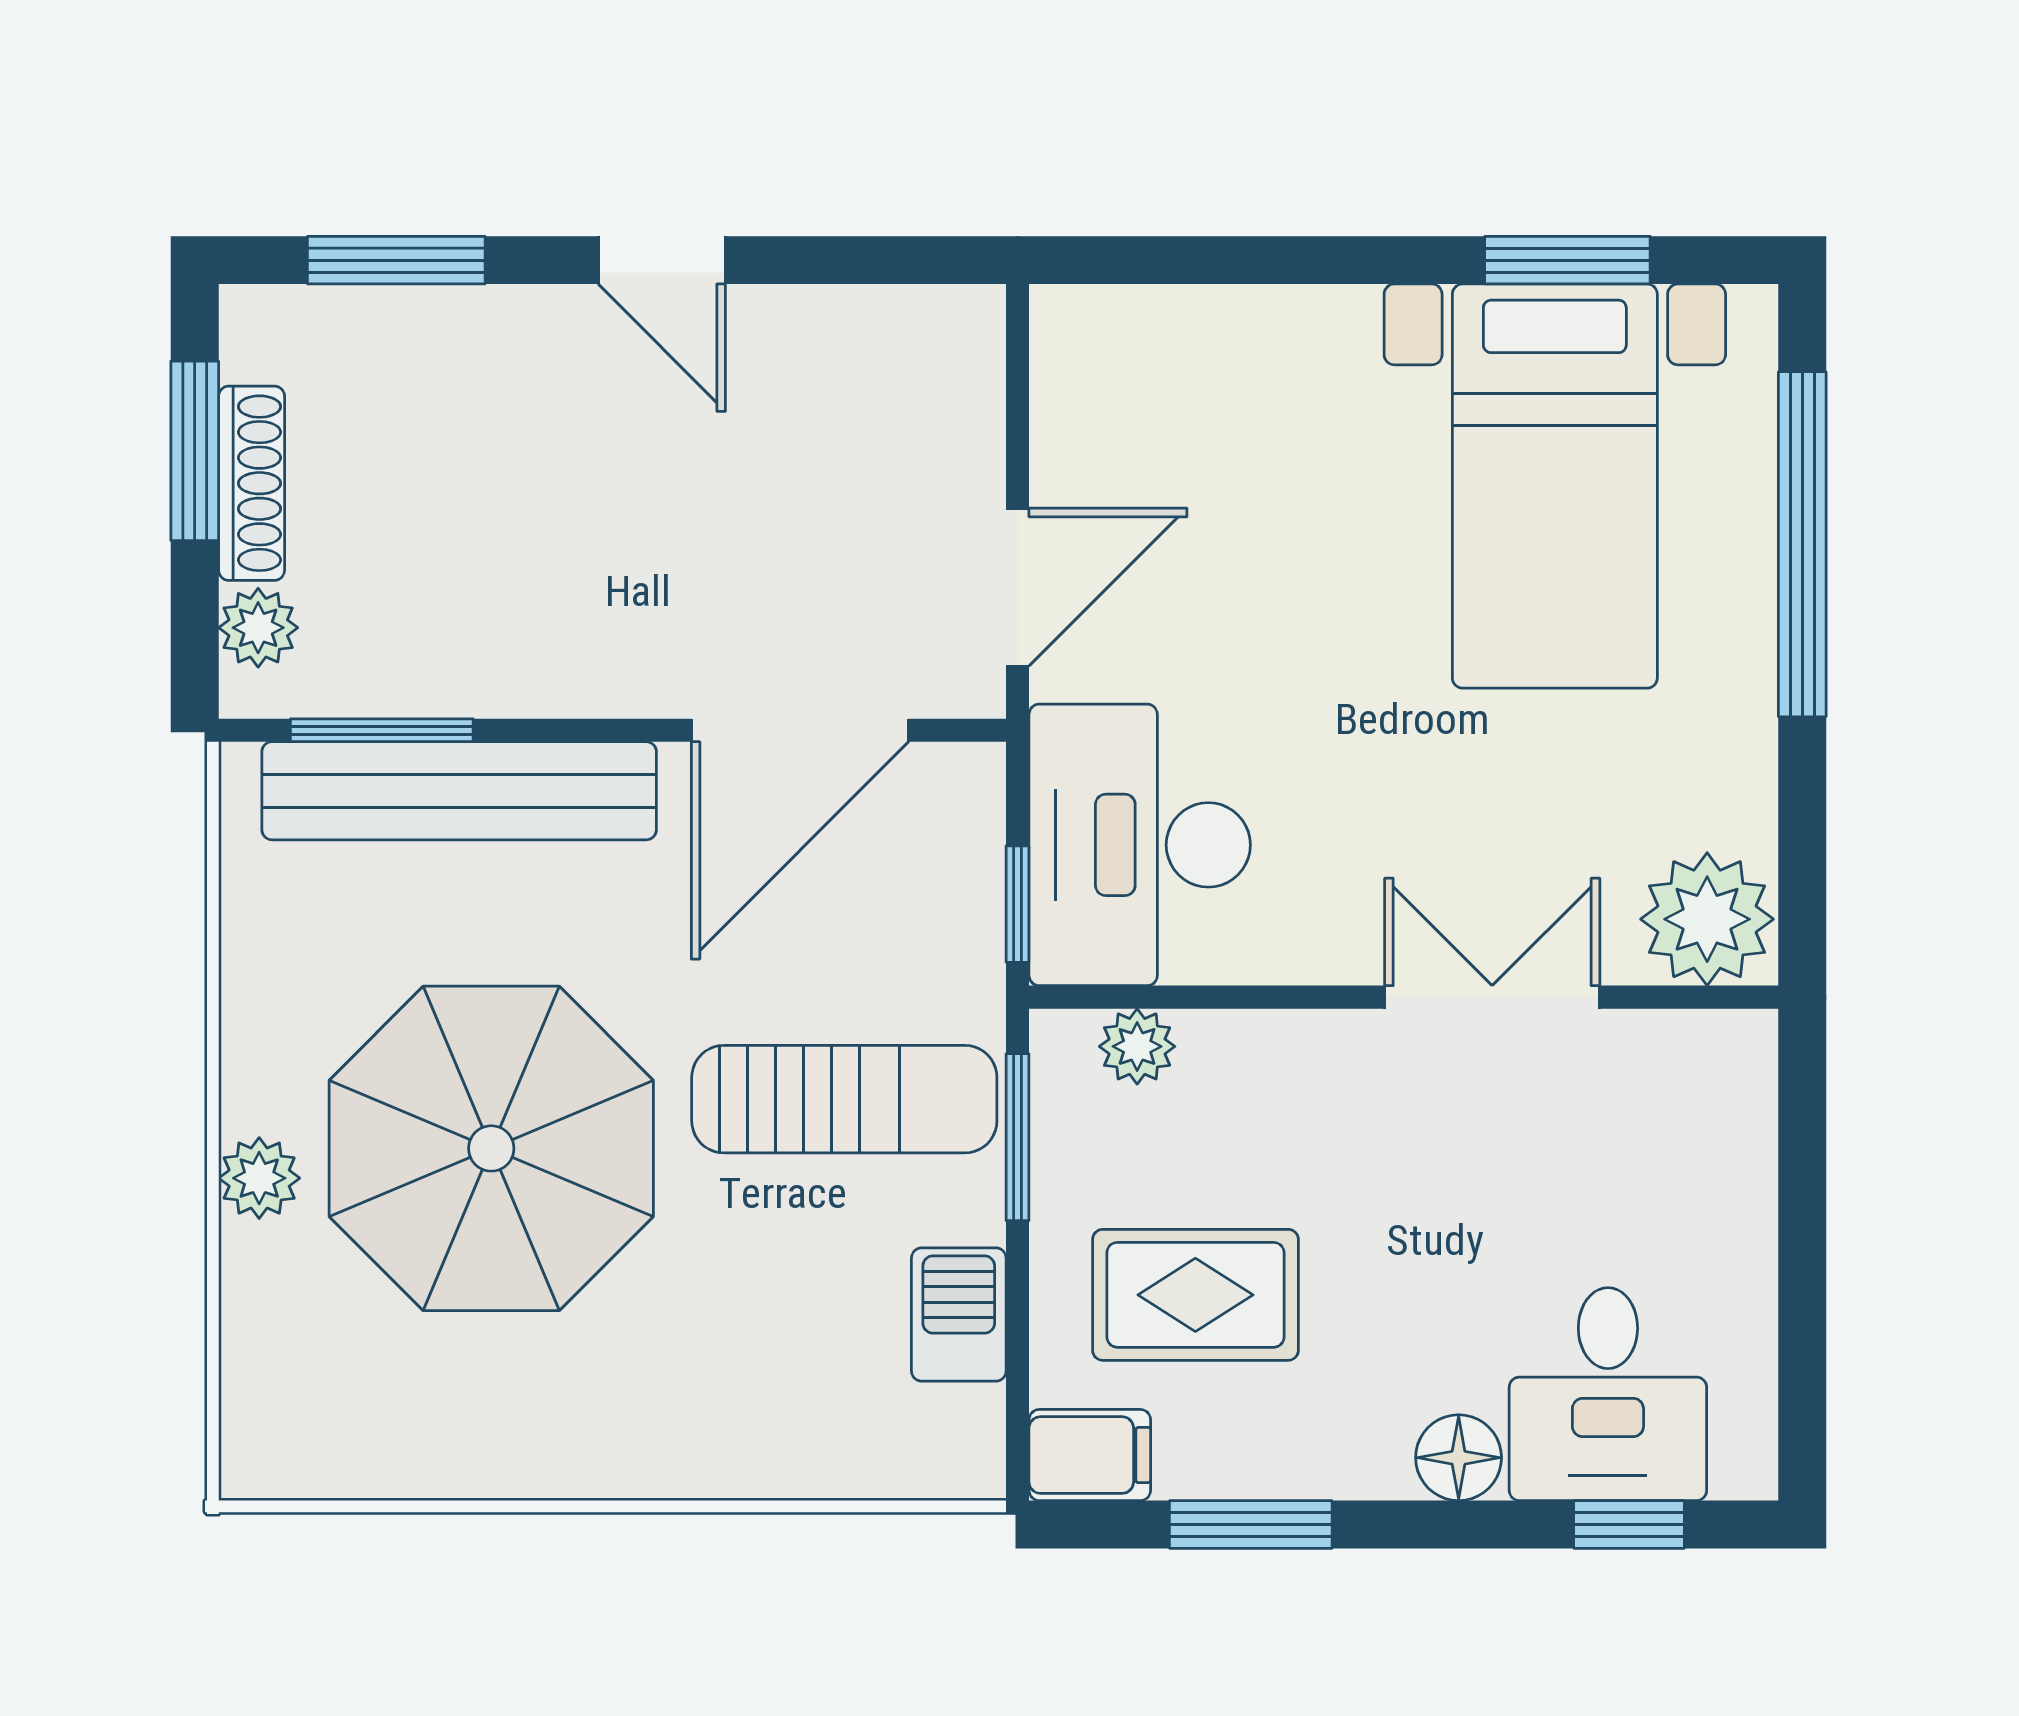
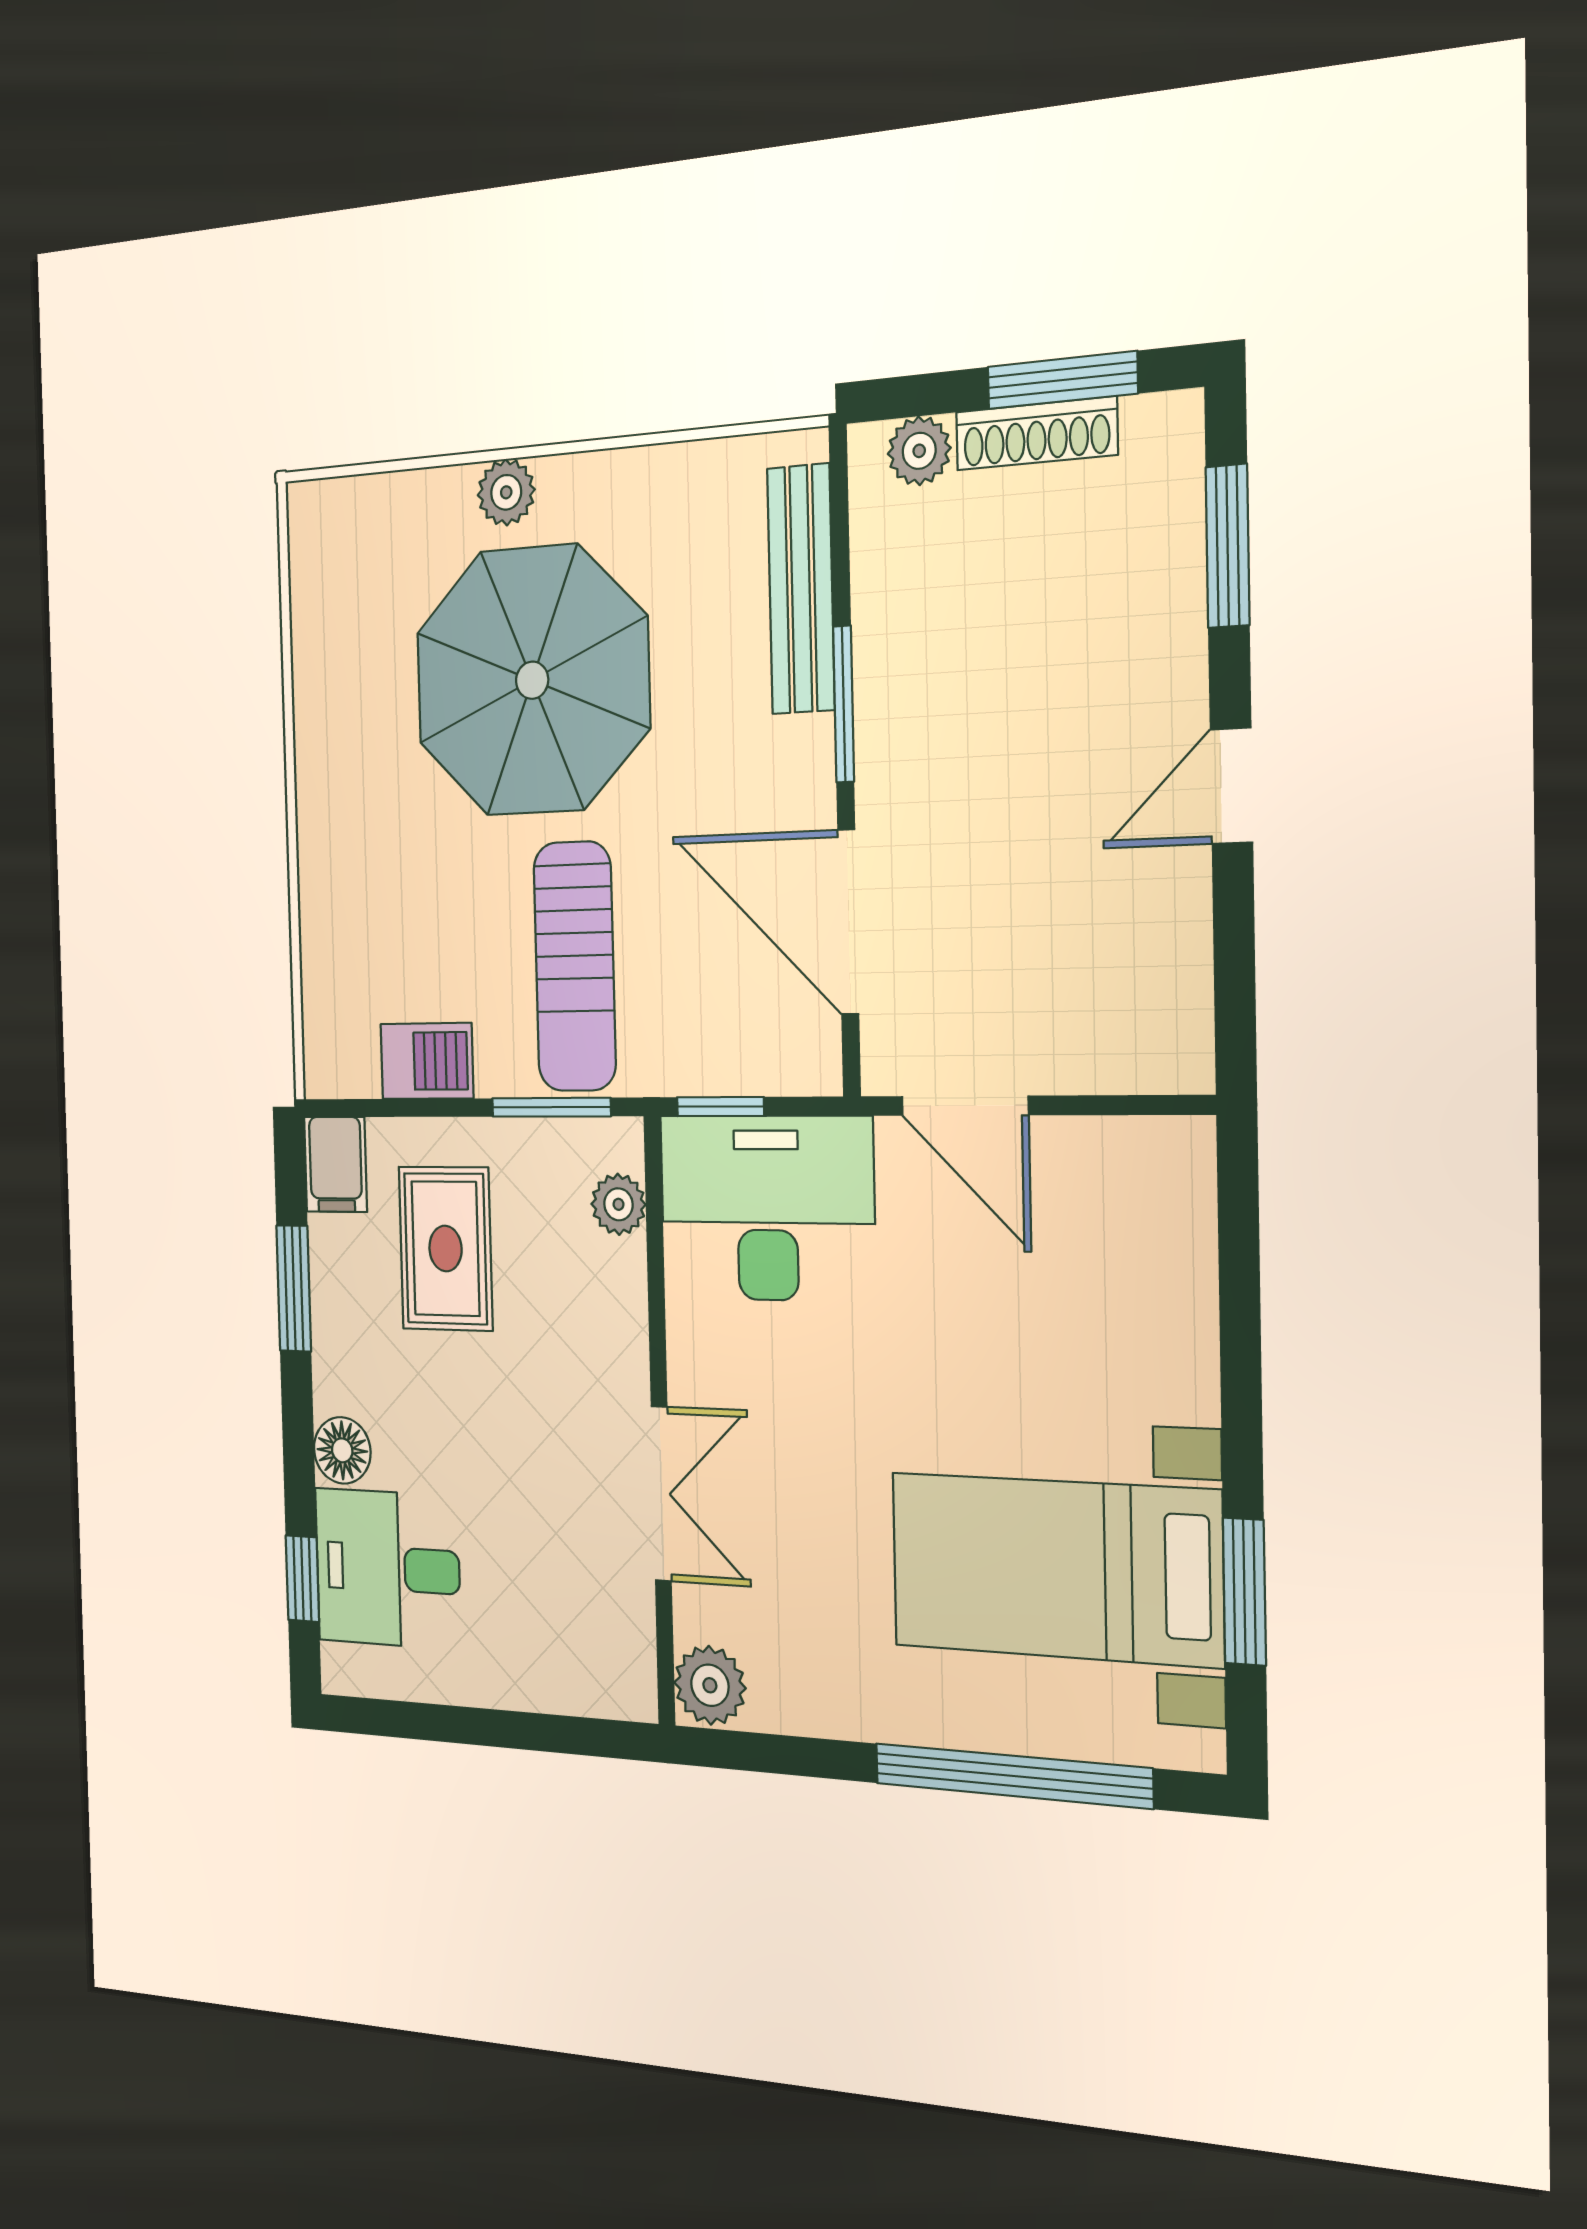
window: (382, 730) -> (844, 704), moved
bench: (459, 791) -> (801, 589), width x0.73, depth x0.82
plant: (1707, 919) -> (710, 1685), width x0.73, depth x0.73

